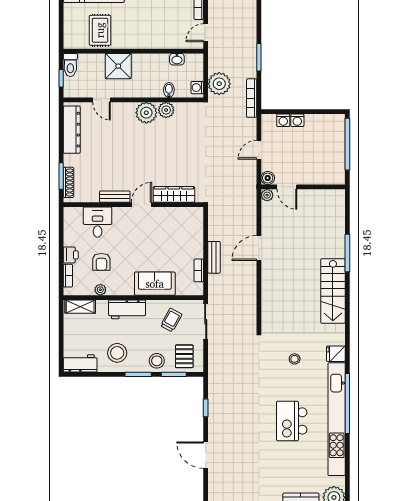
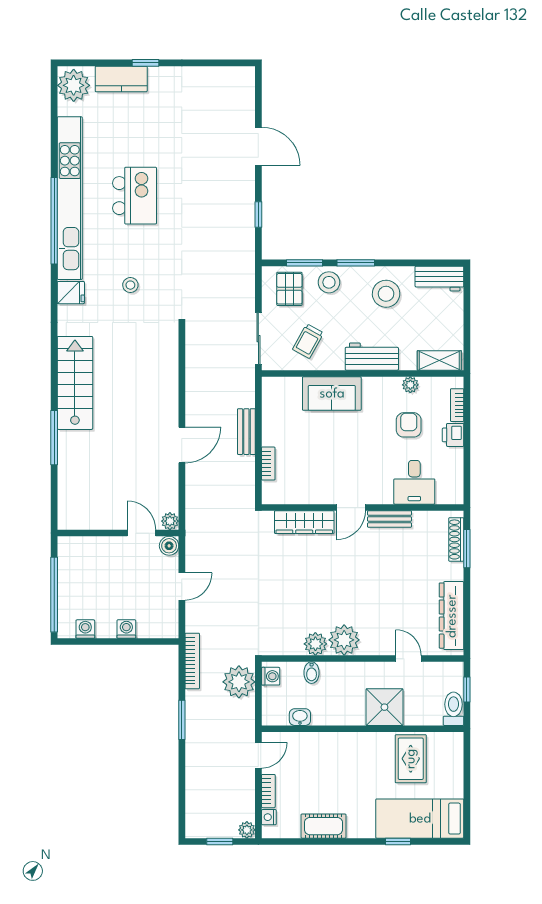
washing machine: (283, 120) -> (85, 629), moved
bookcase: (199, 270) -> (268, 464), moved

